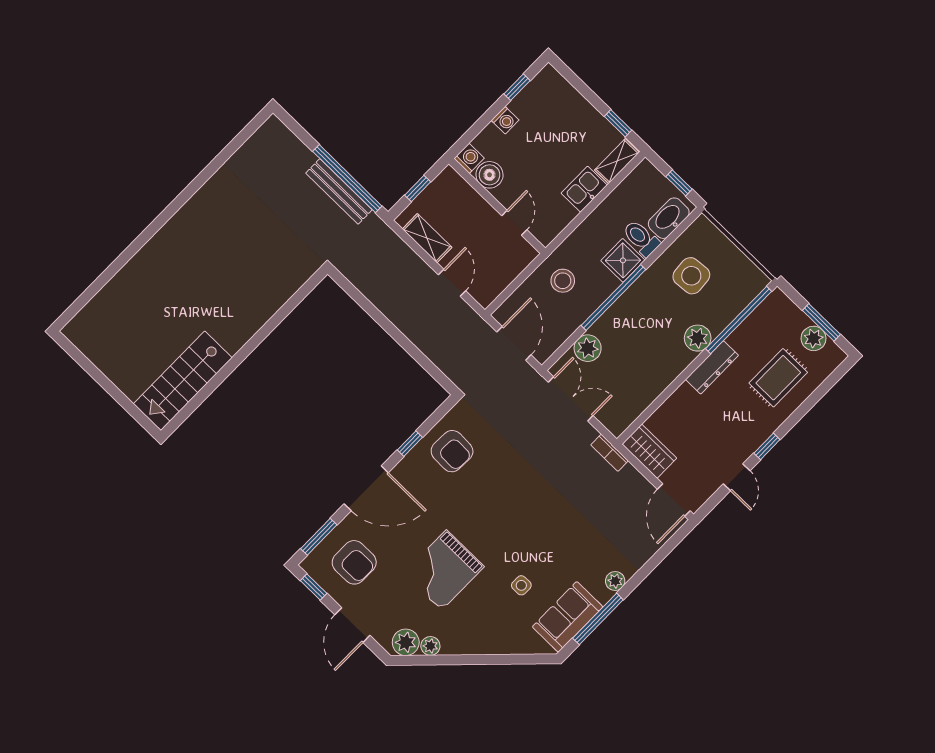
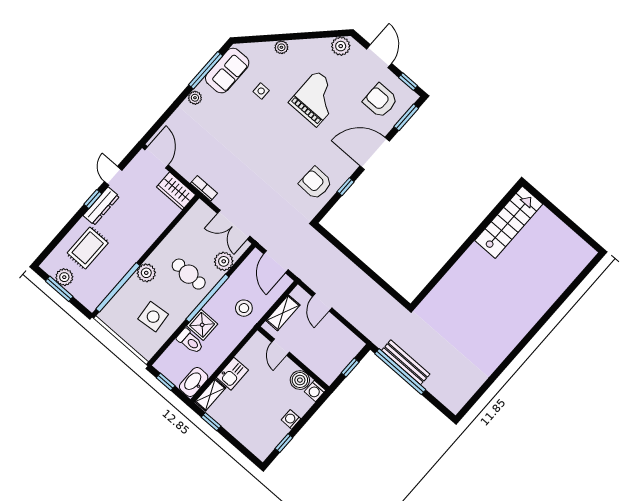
washbasin: (669, 218) -> (194, 382), moved, turned 180
shelving: (427, 238) -> (283, 313), moved, turned 90
cafe table: (638, 333) -> (189, 274), added
dresser: (712, 367) -> (101, 206), moved, turned 180
plant: (430, 646) -> (281, 47), moved

